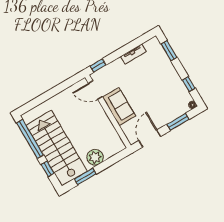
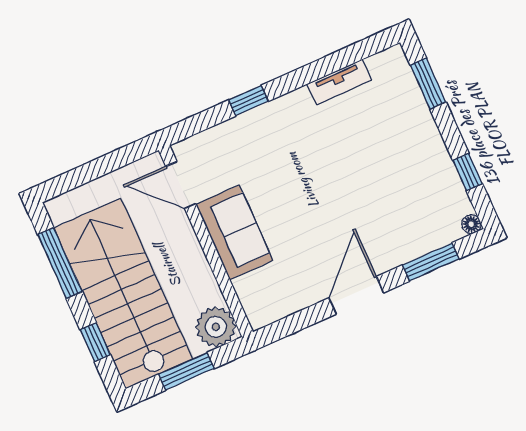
door: (95, 90) -> (181, 185), moved
sofa: (119, 107) -> (234, 232), moved
wall: (108, 111) -> (206, 241), moved
window: (30, 139) -> (60, 263), width x0.68

